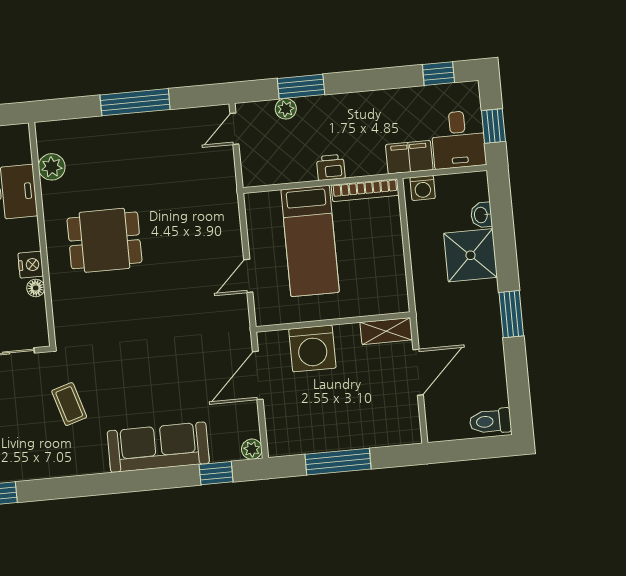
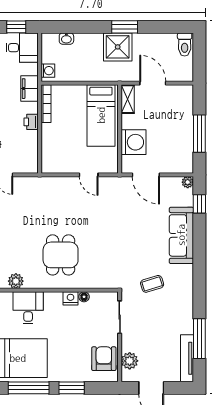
filing cabinet: (409, 157) -> (30, 89), moved
bed: (310, 241) -> (101, 115), moved, turned 90
shower: (471, 255) -> (118, 47), moved

